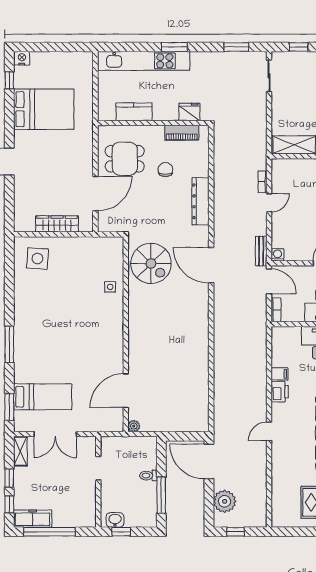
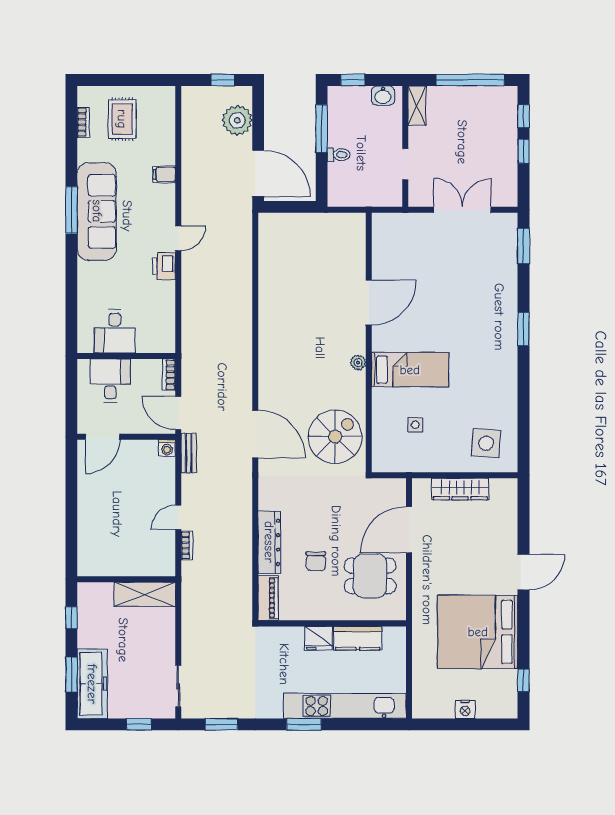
nightstand: (22, 58) -> (465, 709), moved
bed: (44, 109) -> (478, 632), width x1.36
fridge: (189, 112) -> (319, 638), moved
piano: (182, 133) -> (268, 598), moved, turned 90
dresser: (201, 201) -> (269, 542), moved
spiral stairs: (151, 263) -> (335, 437), turned 90
side table: (110, 287) -> (415, 425), moved
window: (9, 344) -> (523, 329), width x0.69
filing cabinet: (280, 374) -> (164, 174), moved
door: (126, 391) -> (369, 303), moved
bed: (43, 397) -> (410, 370), moved, turned 180
plant: (134, 426) -> (358, 362), moved
door: (269, 431) -> (178, 238), moved
shelving: (20, 451) -> (417, 106), moved
freezer: (33, 519) -> (493, 97), removed
window: (121, 532) -> (353, 80), moved

